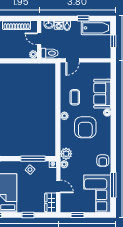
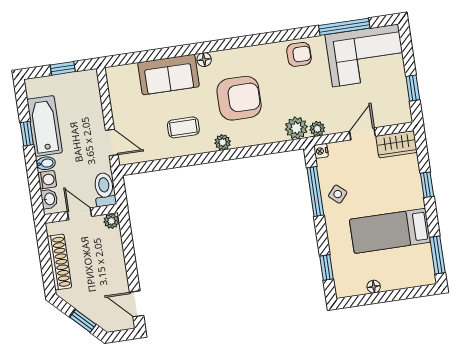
bathtub: (96, 28) -> (45, 126), moved
door: (39, 39) -> (79, 214), swing flipped

